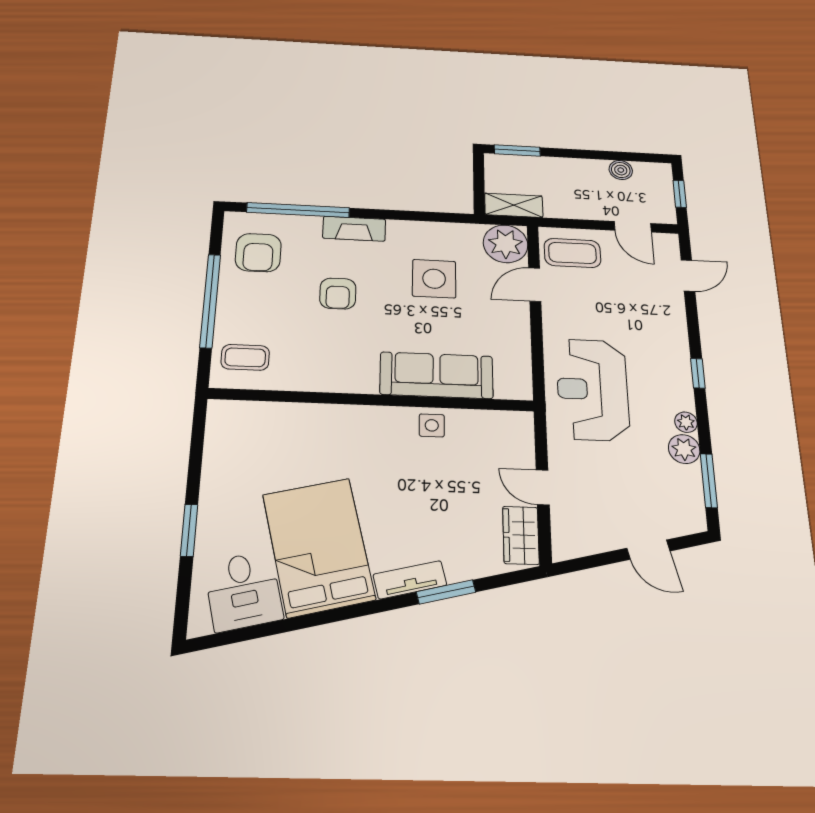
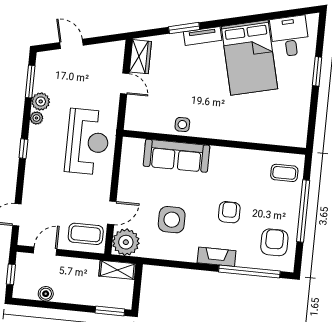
door: (633, 227) -> (45, 251), hinge flipped

